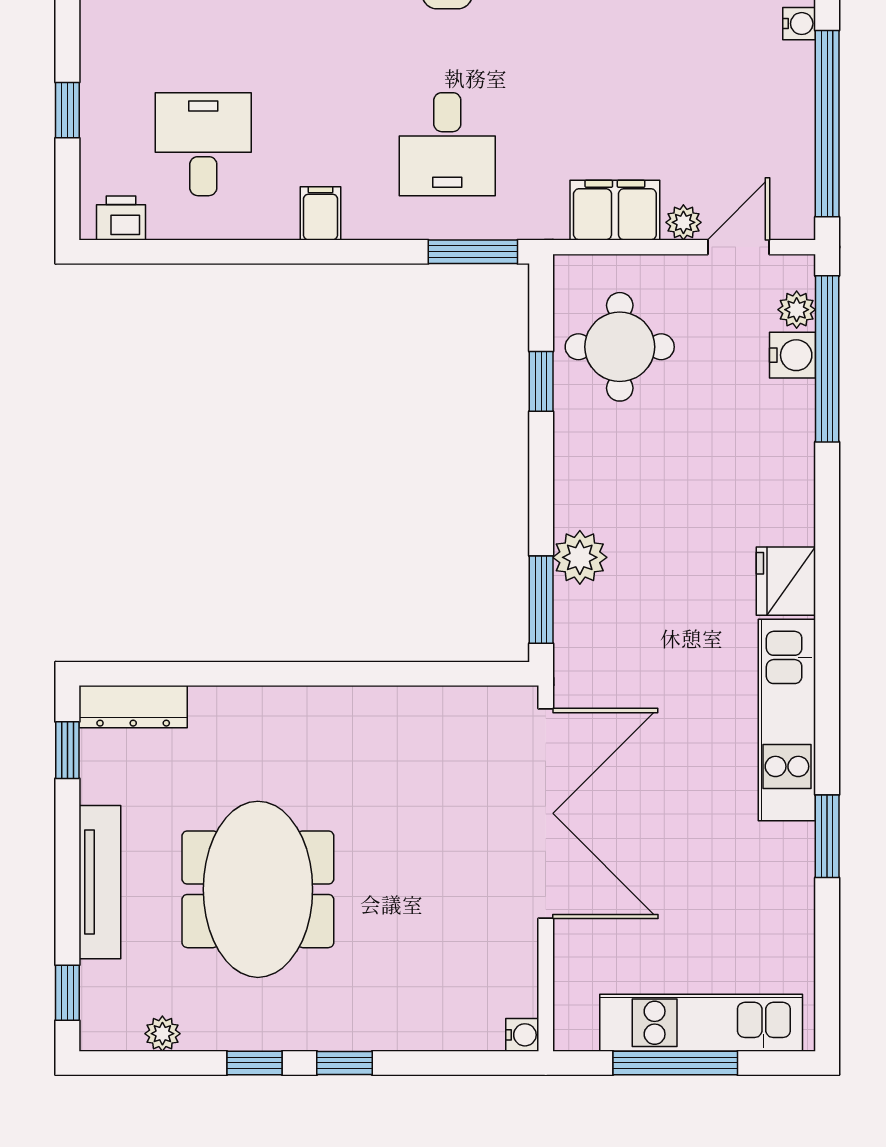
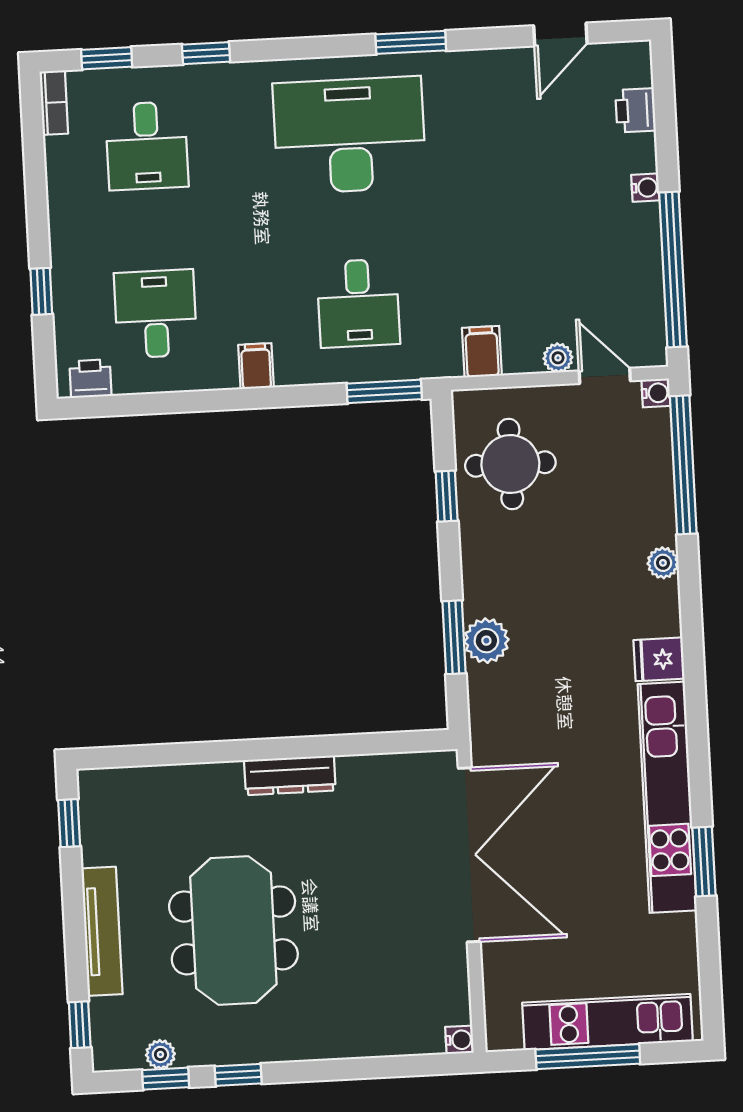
filing cabinet: (615, 210) -> (482, 352), width x0.50
door: (738, 247) -> (605, 376), hinge flipped
plant: (797, 310) -> (663, 563), moved
water cooler: (792, 355) -> (656, 393), moved, width x0.72, depth x0.72
fridge: (786, 581) -> (659, 659), width x0.72
window: (541, 600) -> (454, 637), moved
dresser: (133, 707) -> (290, 775), moved
kitchen unit: (787, 720) -> (667, 797), width x1.36
window: (345, 1063) -> (166, 1079), moved

